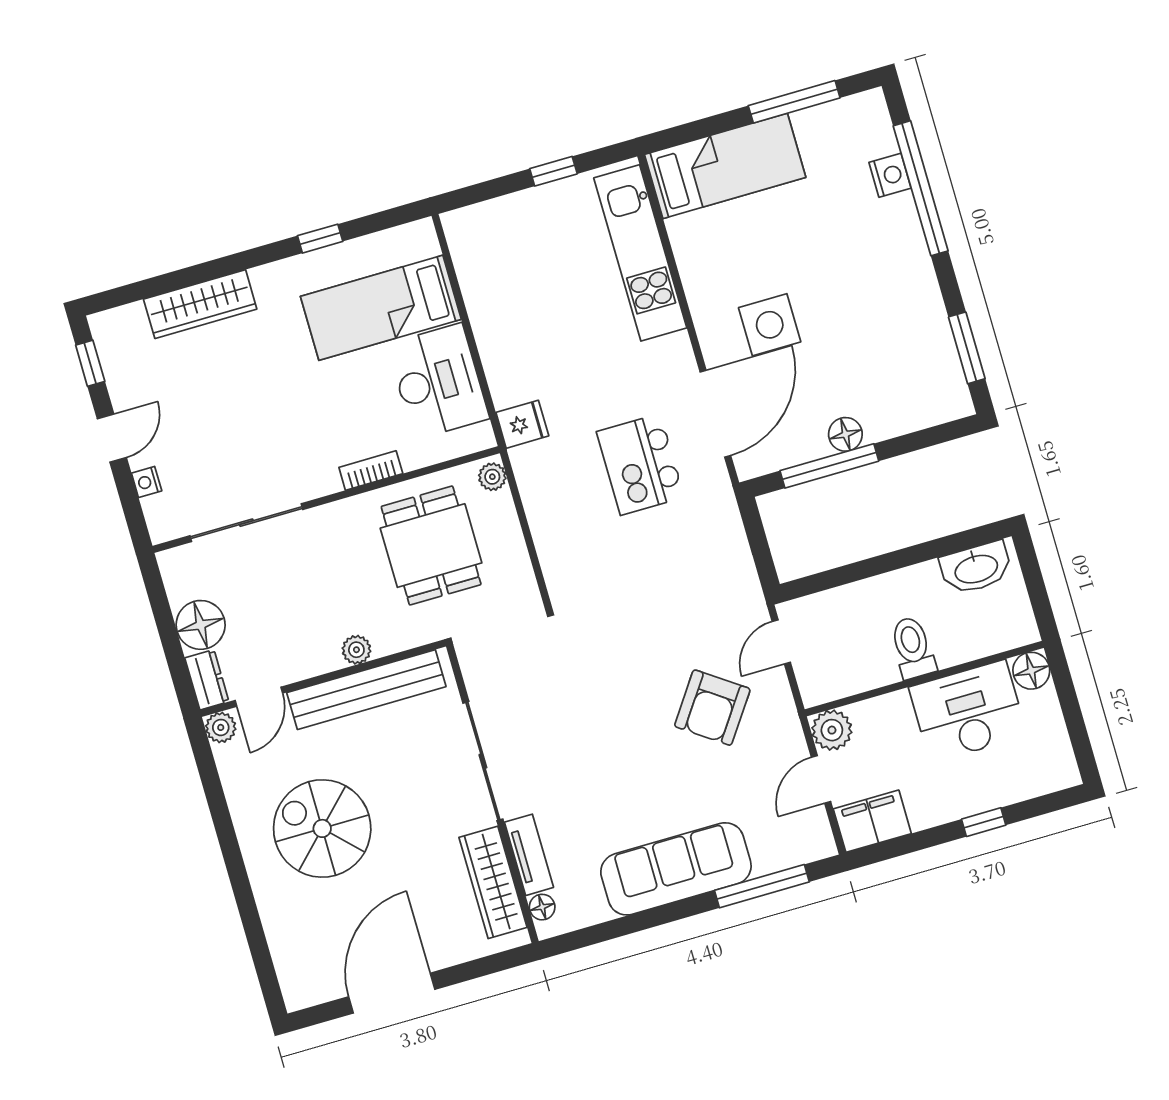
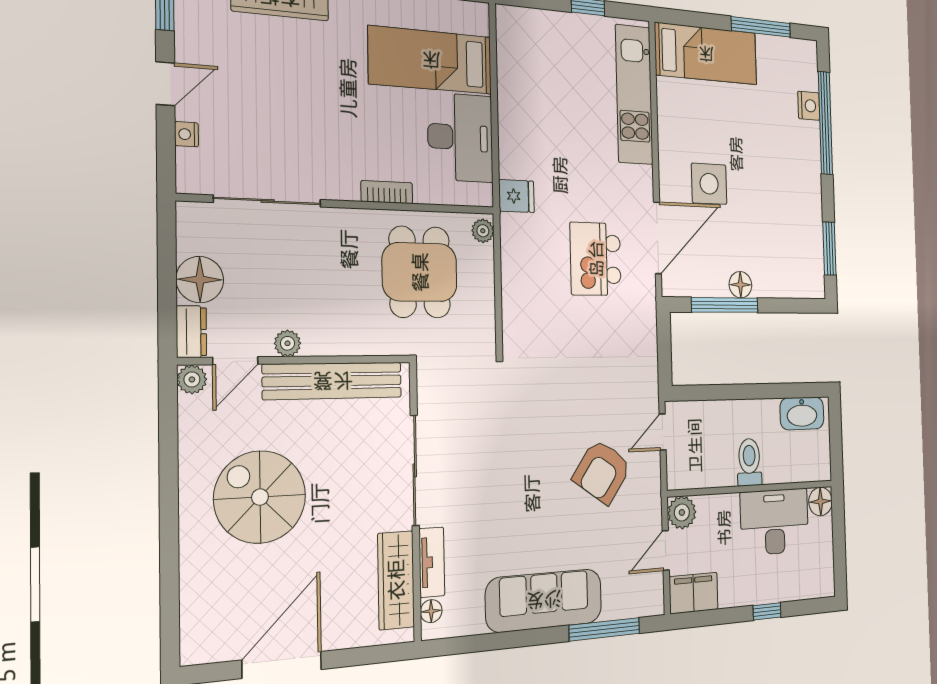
plant: (356, 650) -> (288, 343), moved

